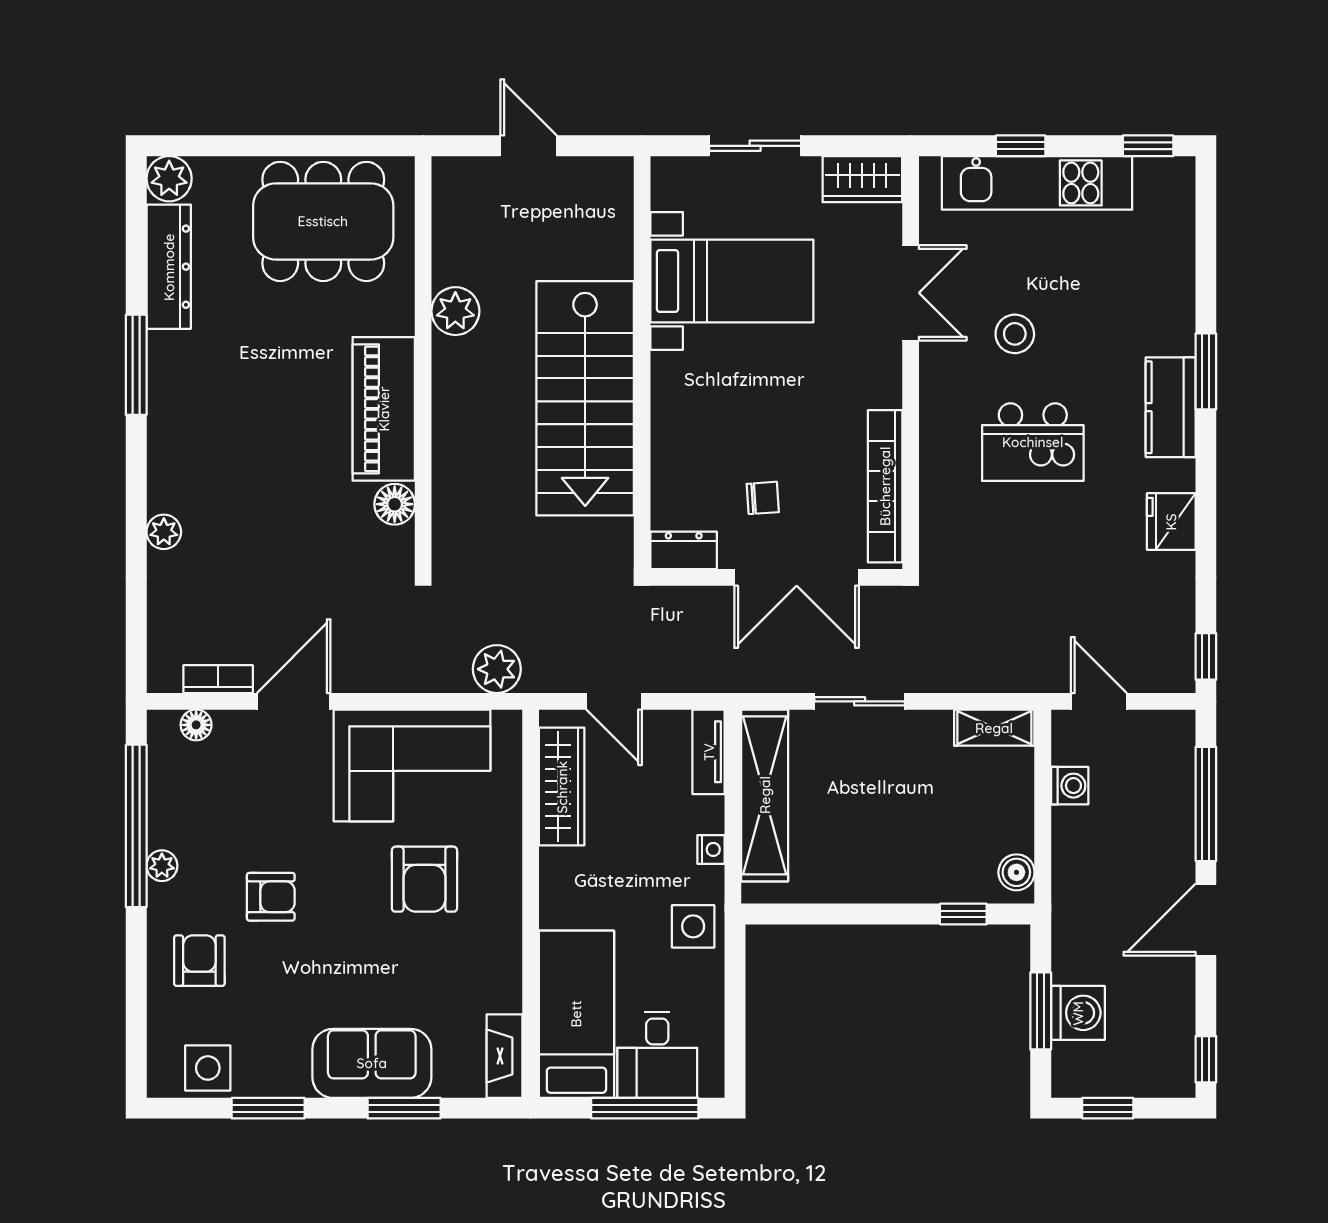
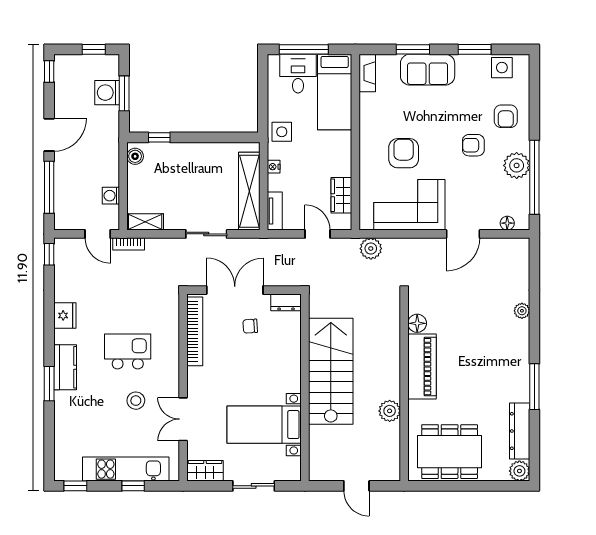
bookcase: (218, 679) -> (129, 244), moved
wardrobe: (562, 787) -> (341, 195), width x0.67
plant: (162, 866) -> (517, 165), width x1.87, depth x1.87

